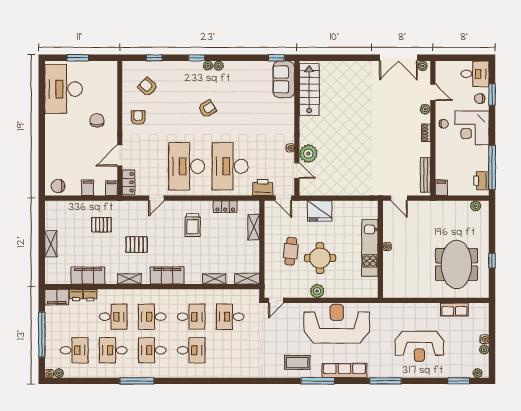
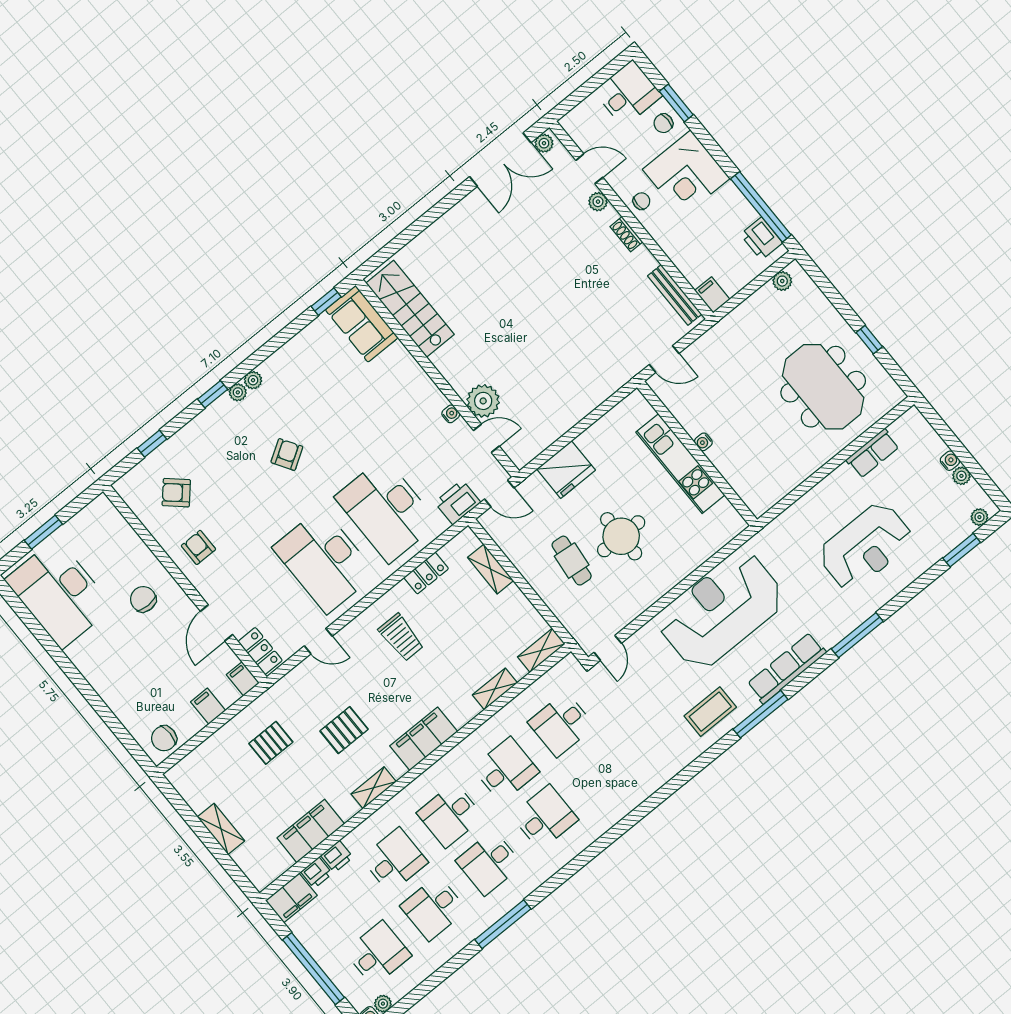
door: (156, 198) -> (318, 641), hinge flipped
plant: (317, 291) -> (655, 587), removed

